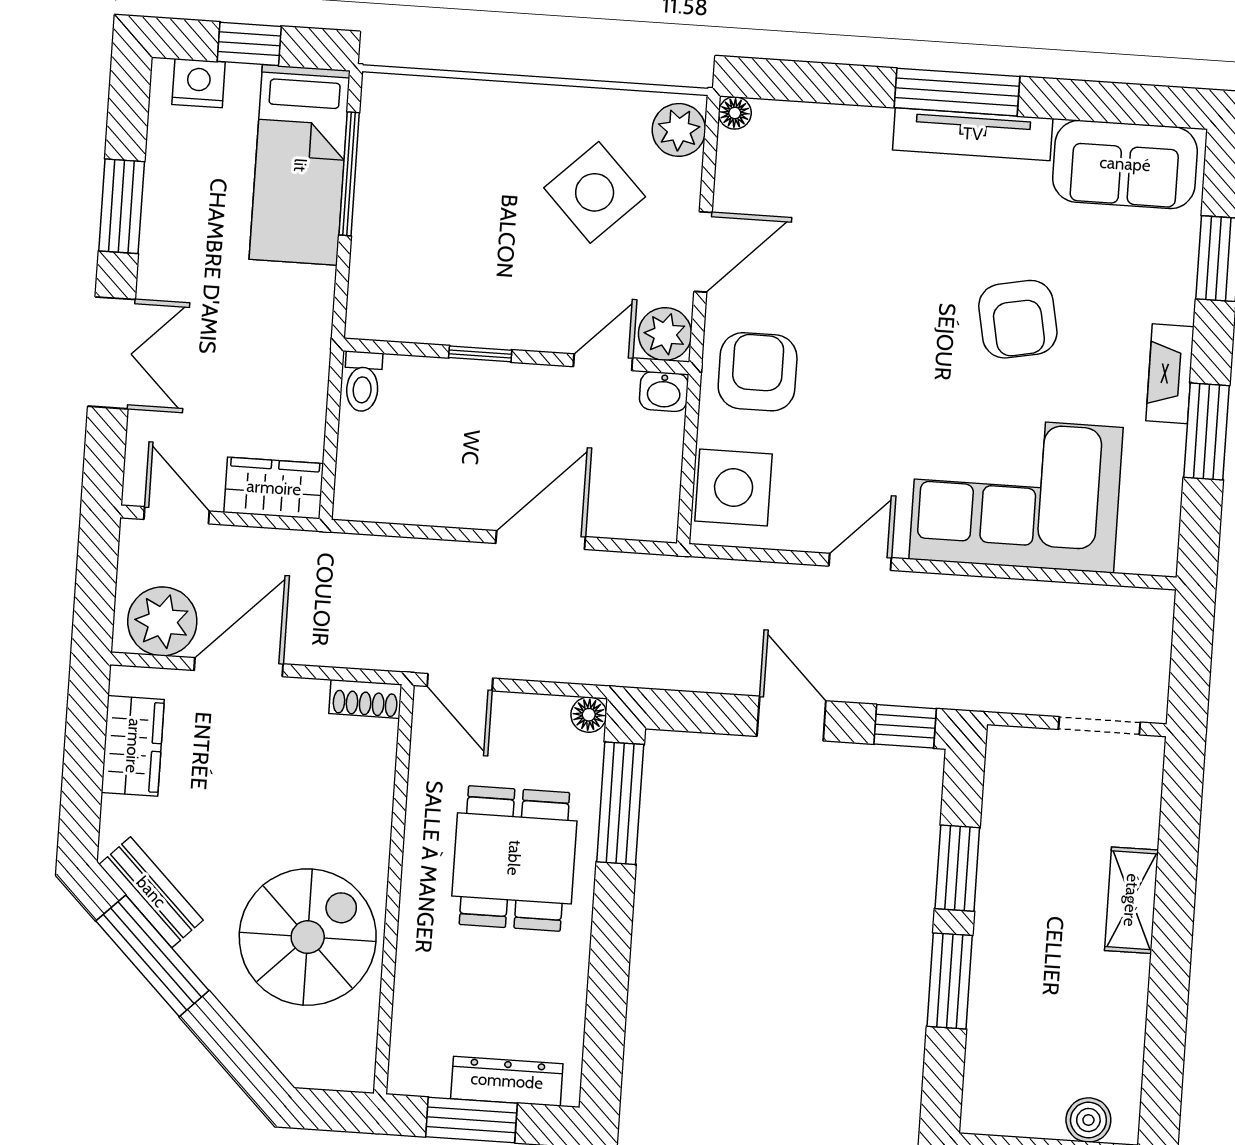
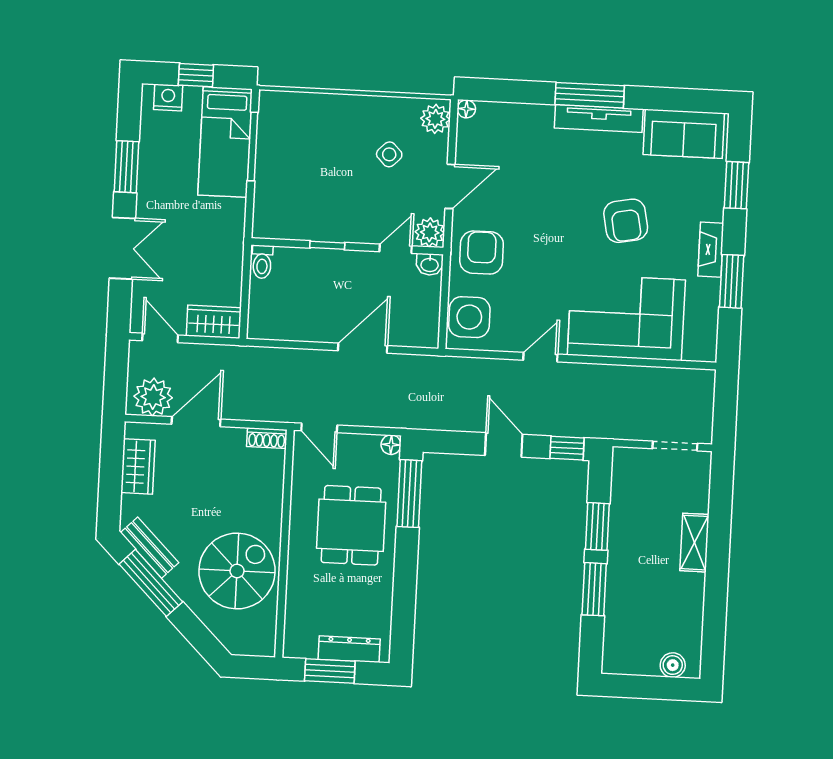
side table: (595, 192) -> (389, 154), width x0.54, depth x0.54

